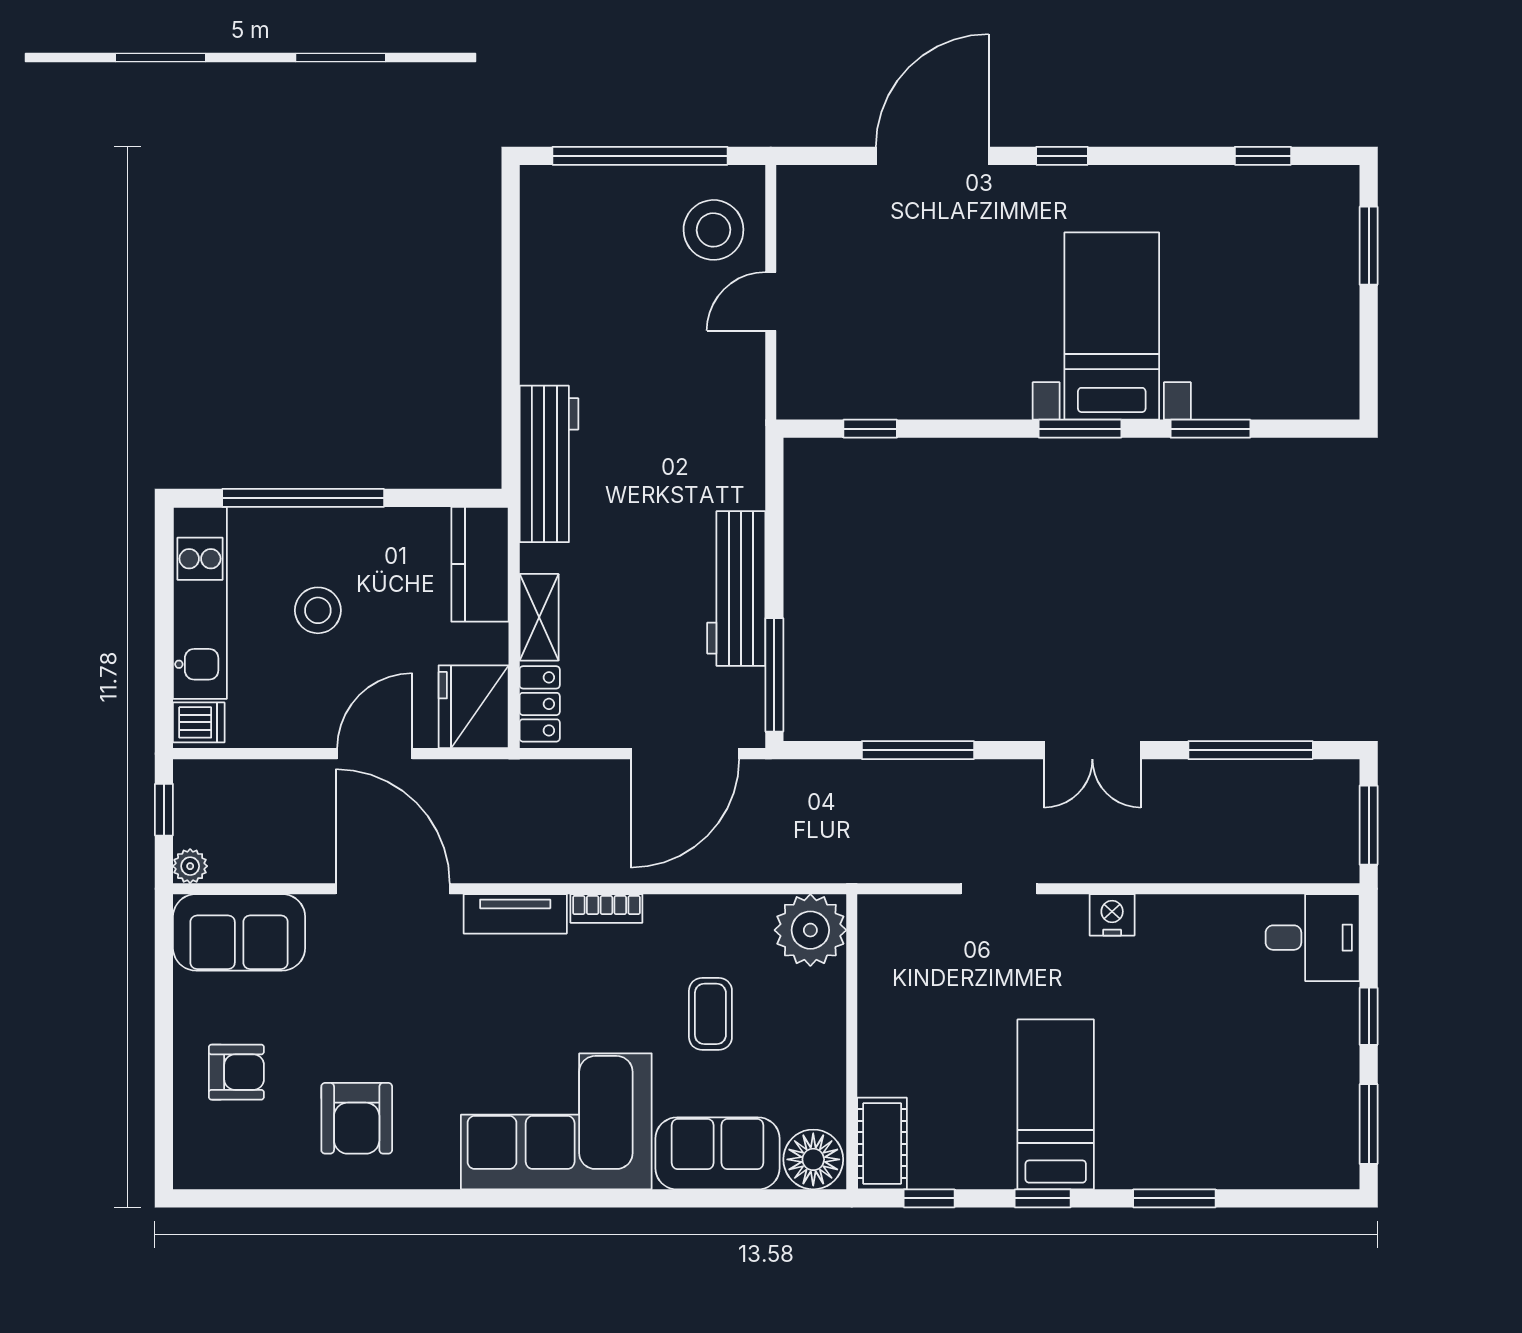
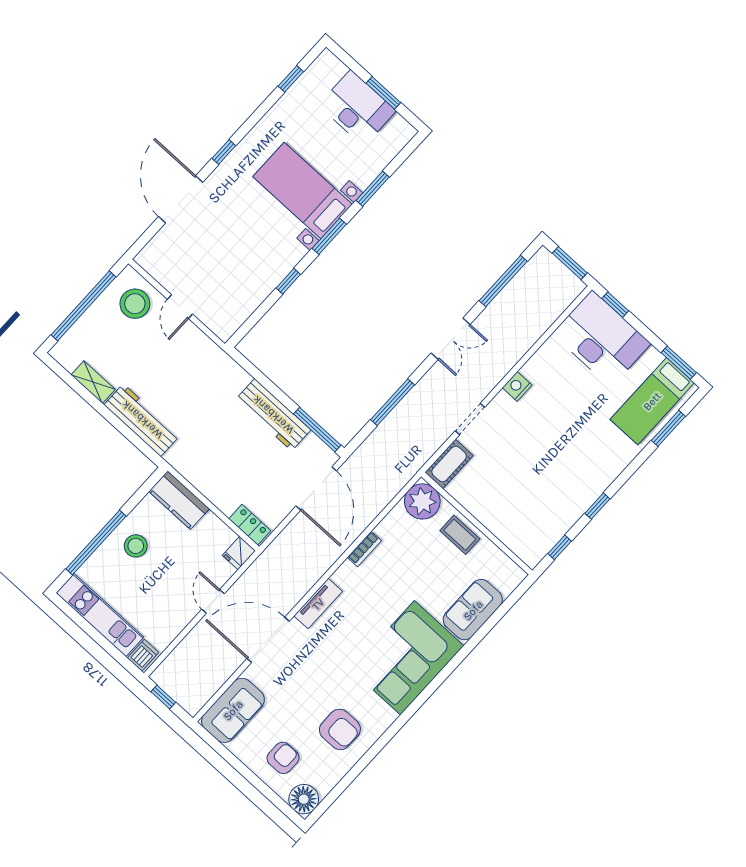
window: (1369, 246) -> (383, 93), moved
desk: (1310, 295) -> (357, 108), added
window: (870, 429) -> (288, 281), moved
workbench: (549, 464) -> (142, 420), moved
stool: (318, 610) -> (136, 546), moved
shelving: (539, 617) -> (93, 382), moved
fridge: (474, 707) -> (239, 553), width x0.53, depth x0.75
door: (375, 754) -> (213, 601), width x0.73
plant: (190, 866) -> (193, 706), removed
bookcase: (606, 908) -> (364, 549), moved
desk: (1313, 938) -> (601, 339), width x1.87, depth x1.30
coffee table: (710, 1014) -> (460, 535), moved
window: (1369, 1016) -> (615, 305), moved
bed: (1056, 1104) -> (652, 401), moved, turned -90
cot: (882, 1144) -> (449, 464), moved, turned 90
floor lamp: (813, 1159) -> (304, 799), moved
window: (1174, 1198) -> (668, 428), moved

